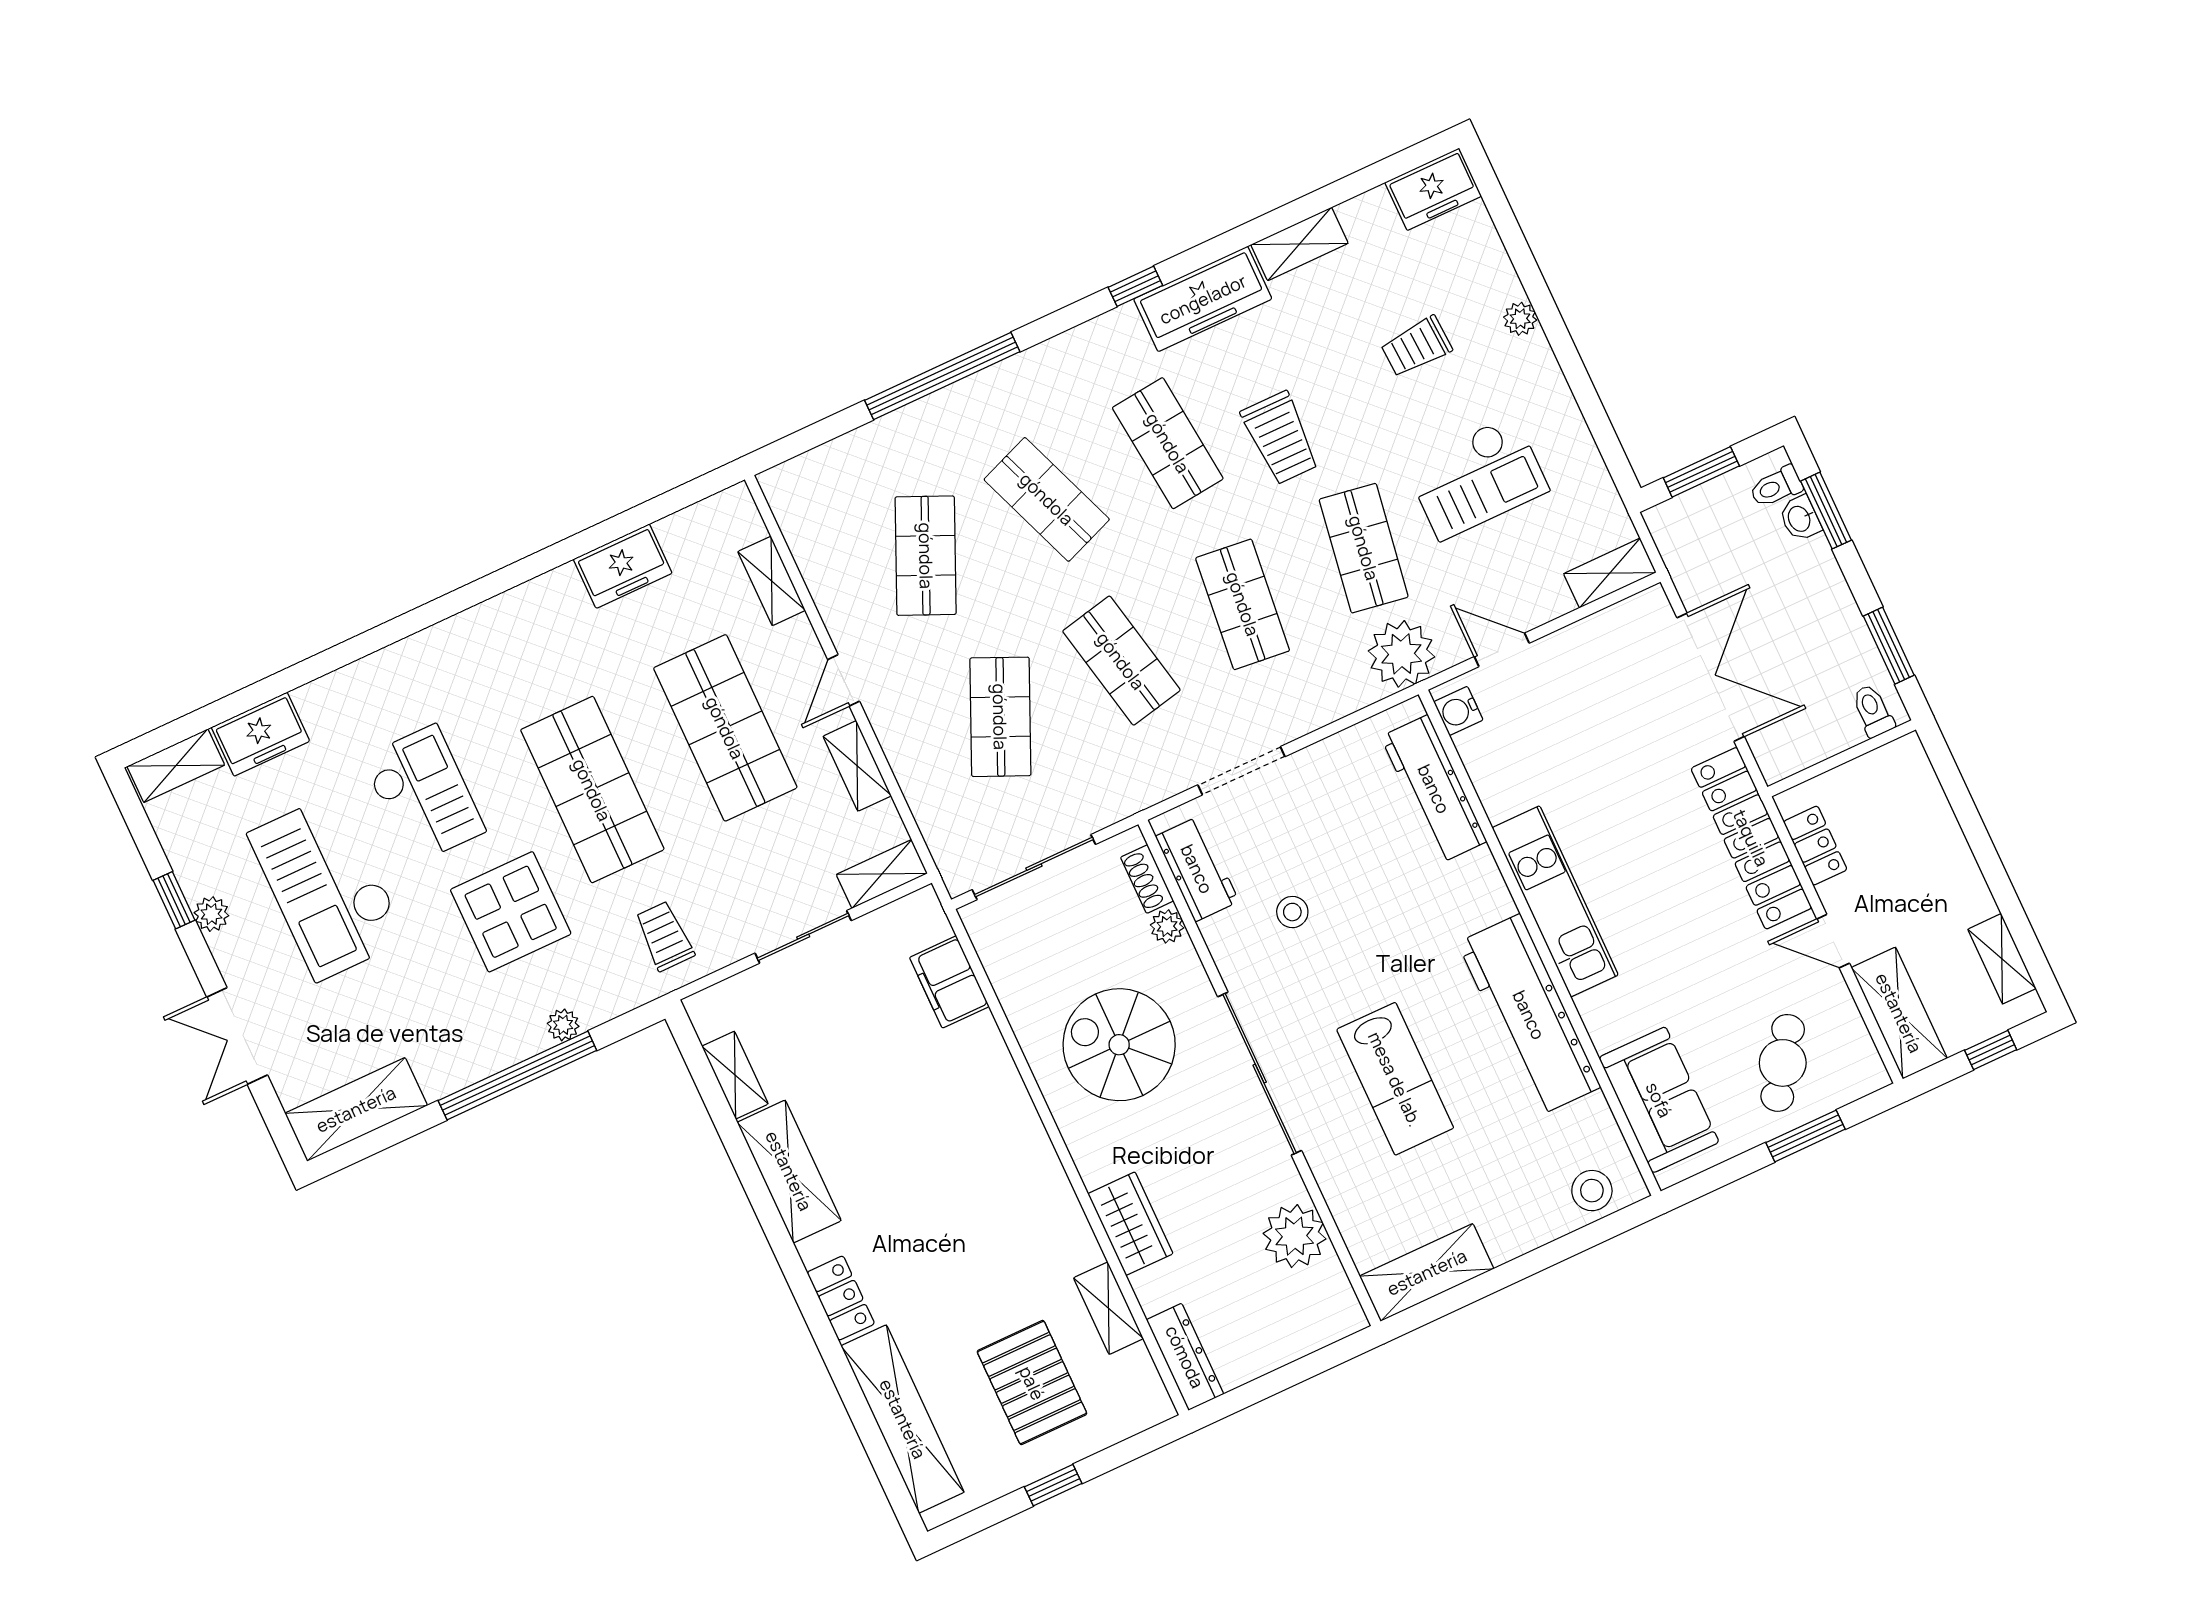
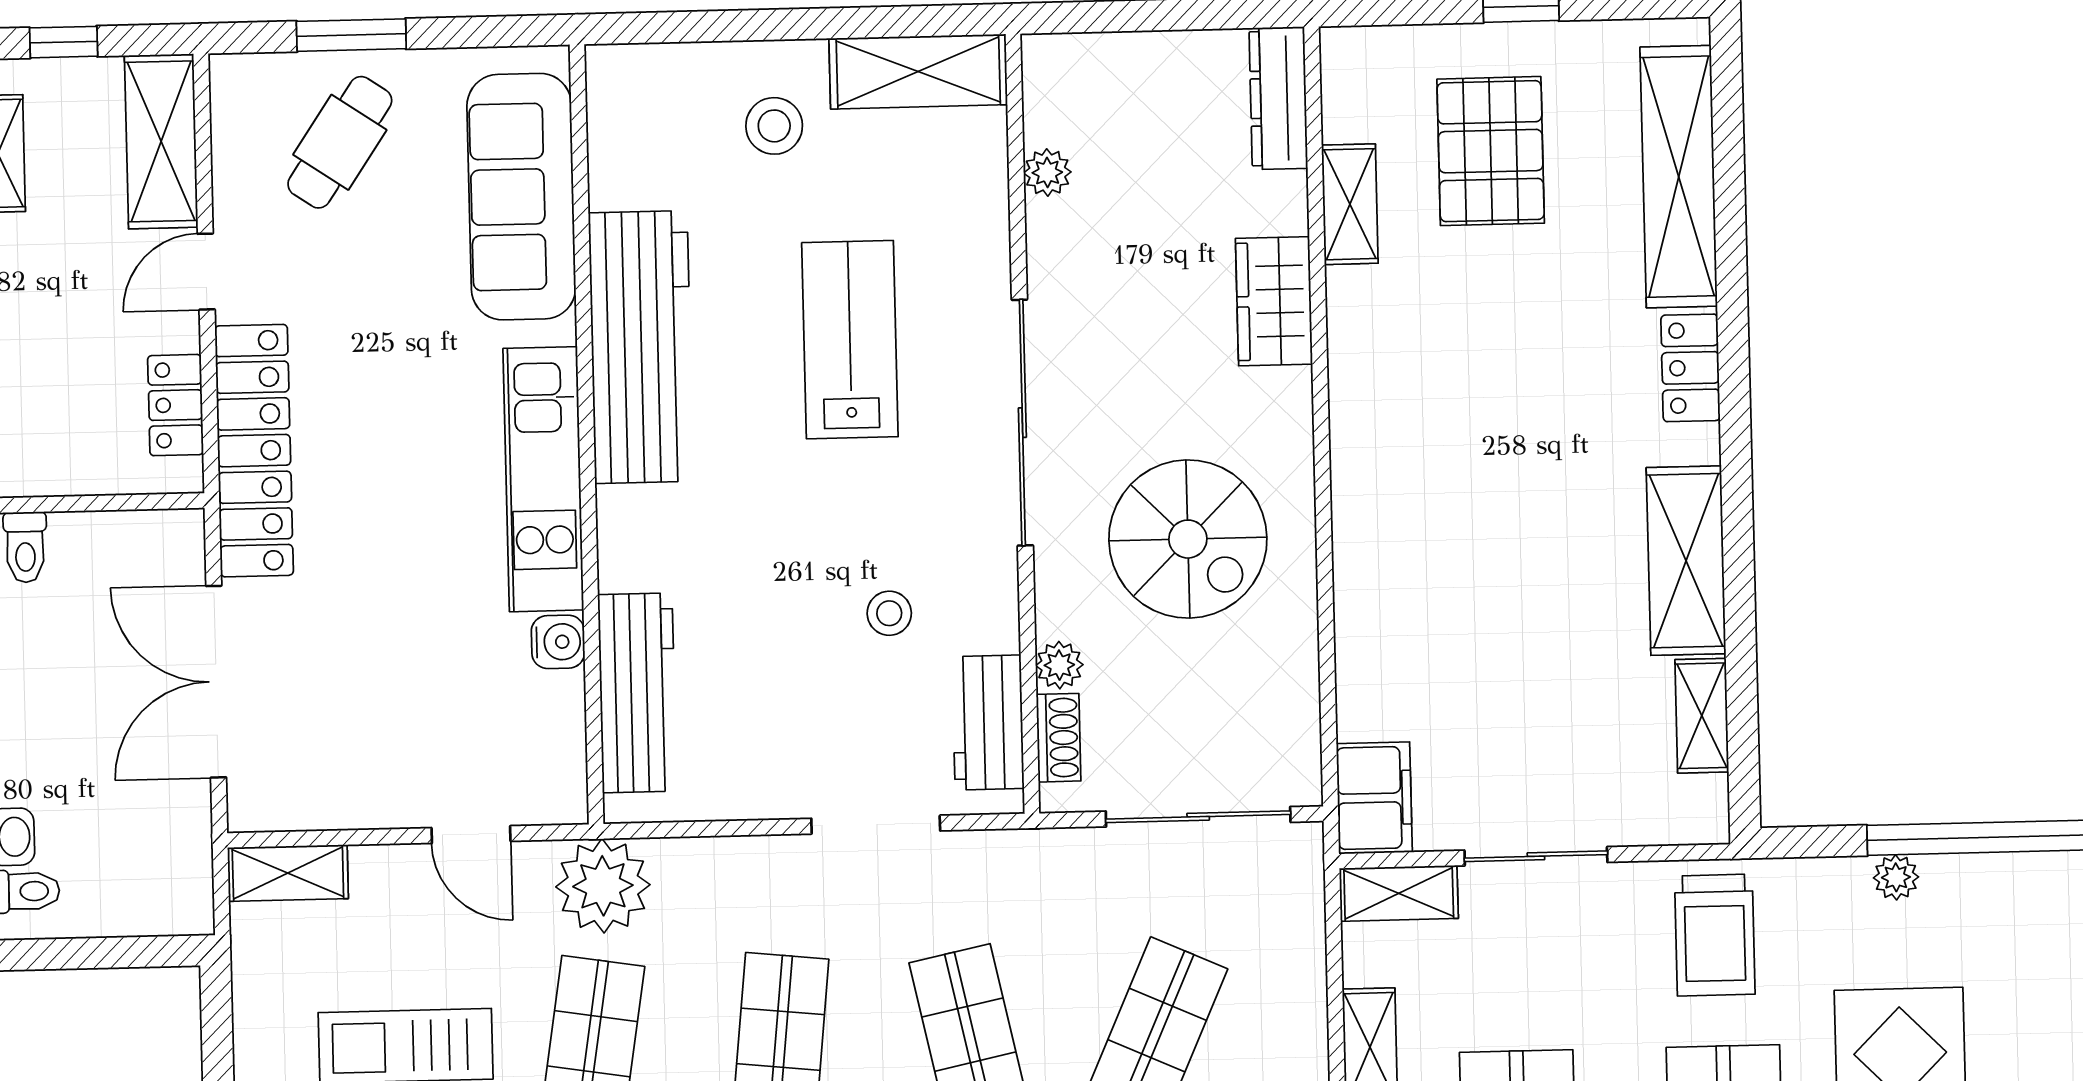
window: (1701, 472) -> (113, 953), removed
water cooler: (1458, 711) -> (558, 642), moved
trolley: (665, 936) -> (1715, 935), width x1.36, depth x1.39
door: (1833, 941) -> (206, 272), swing flipped
filing cabinet: (949, 982) -> (1374, 798), moved
sofa: (1659, 1100) -> (521, 197), width x1.36
stool: (1592, 1191) -> (774, 126), moved
plant: (1295, 1236) -> (1047, 172), width x0.53, depth x0.53

